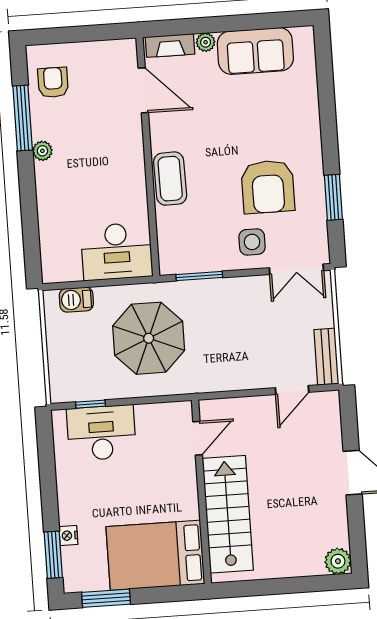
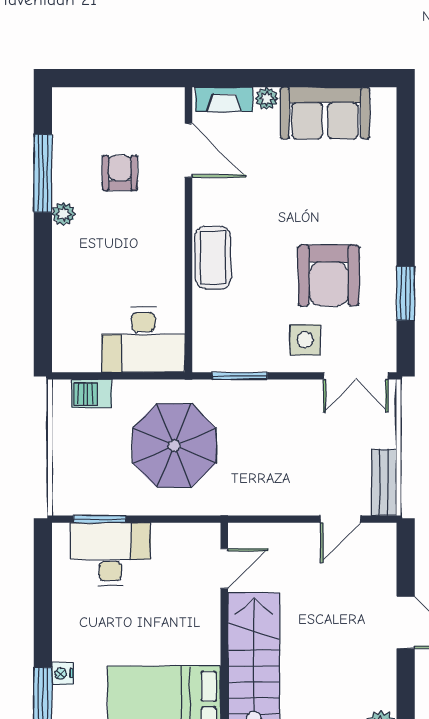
armchair: (53, 82) -> (120, 173), moved
window: (90, 404) -> (100, 519), width x1.50

